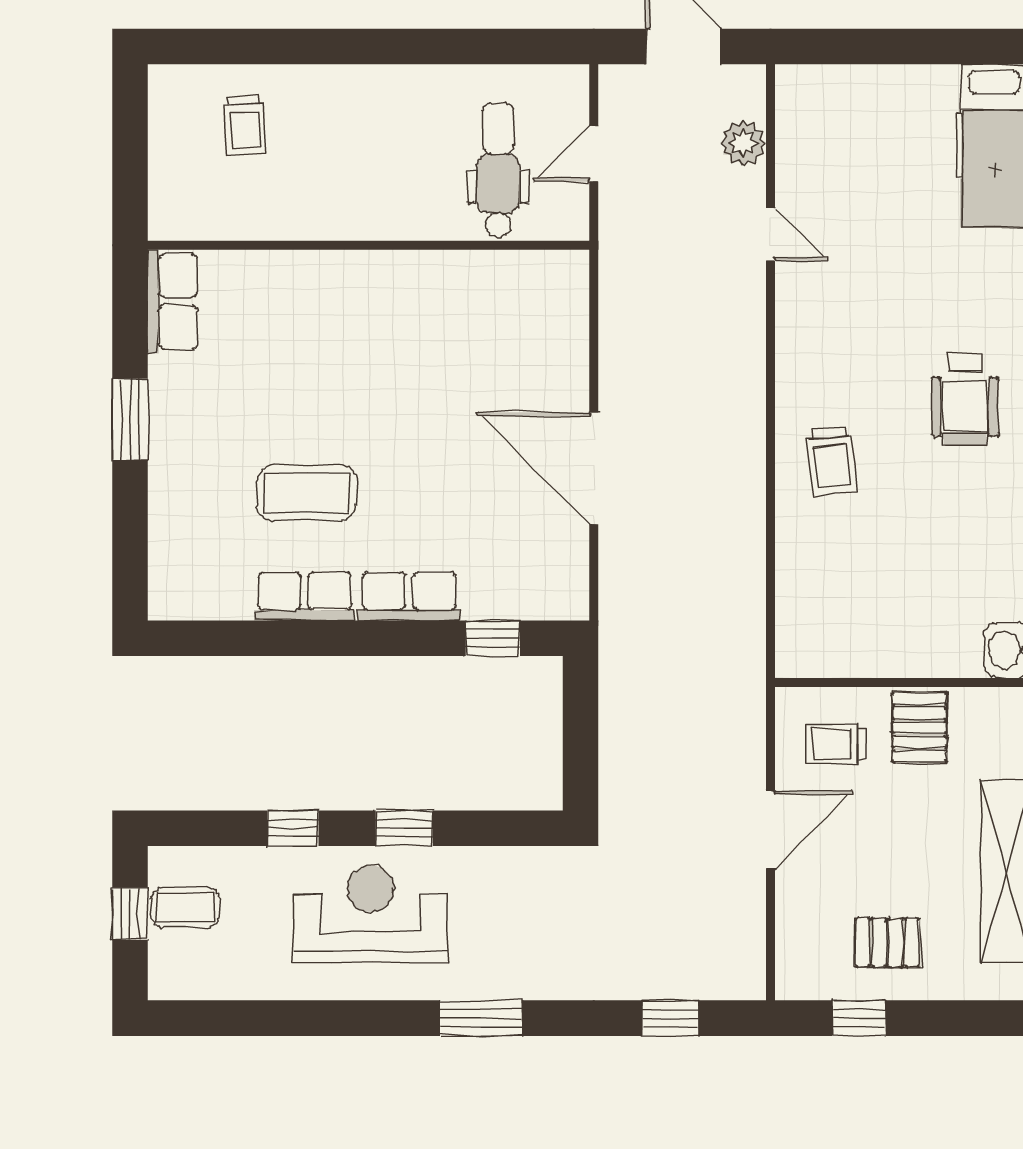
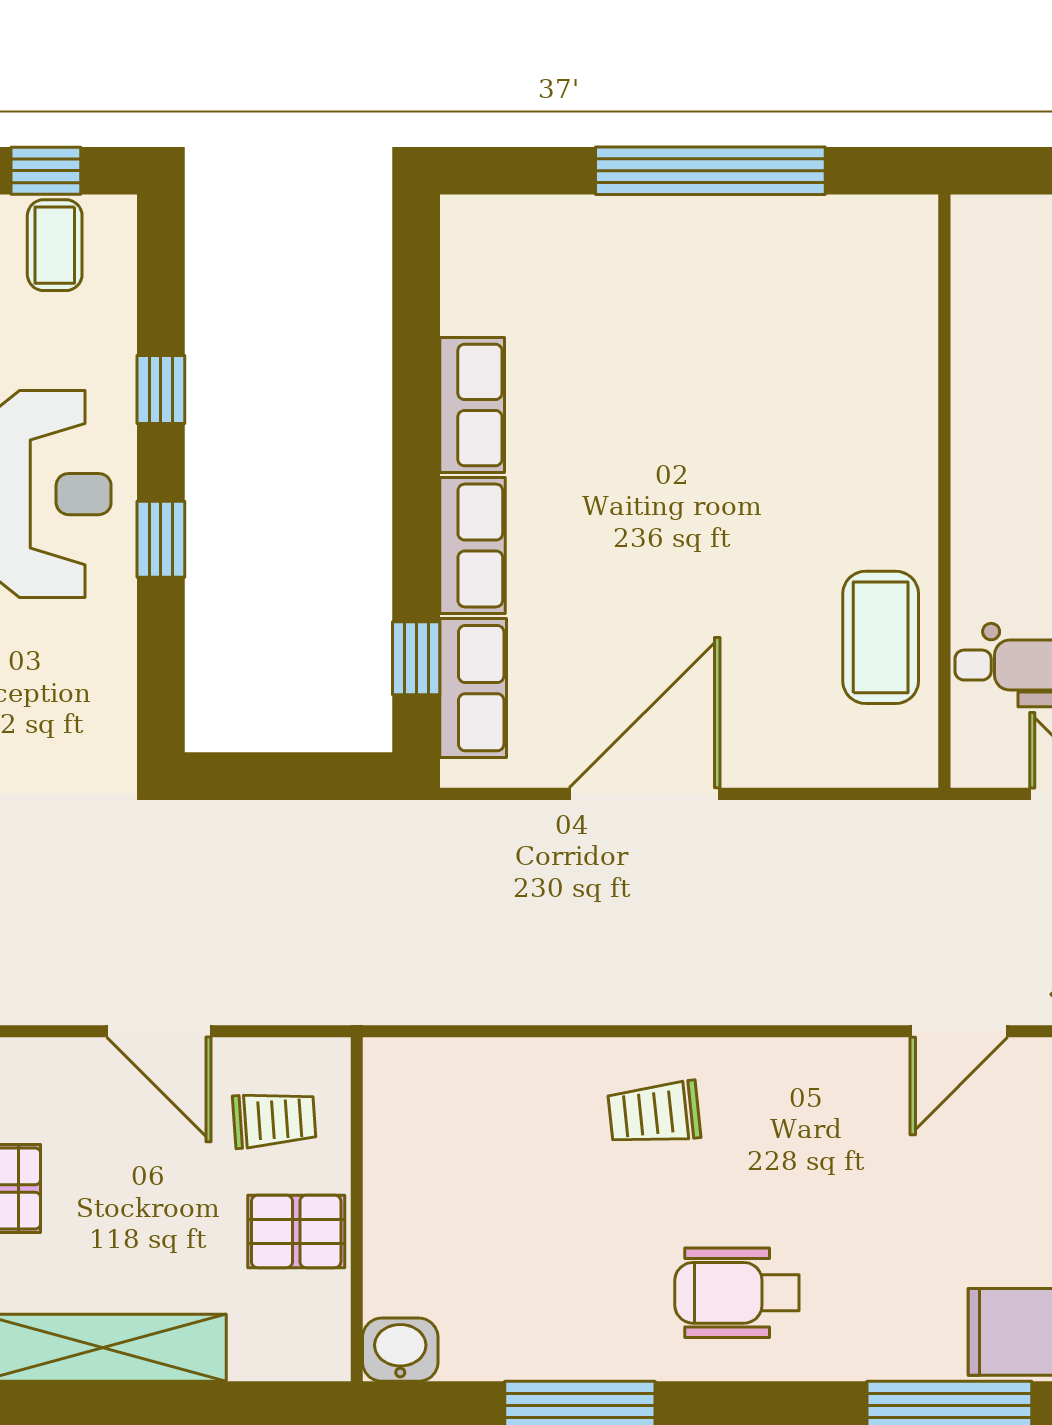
door: (770, 234) -> (959, 1031), width x1.38
row of seats: (172, 301) -> (473, 688), moved, turned -90
window: (130, 419) -> (710, 171), width x2.11
coffee table: (307, 493) -> (881, 637), moved
trolley: (836, 744) -> (274, 1120), turned 86

